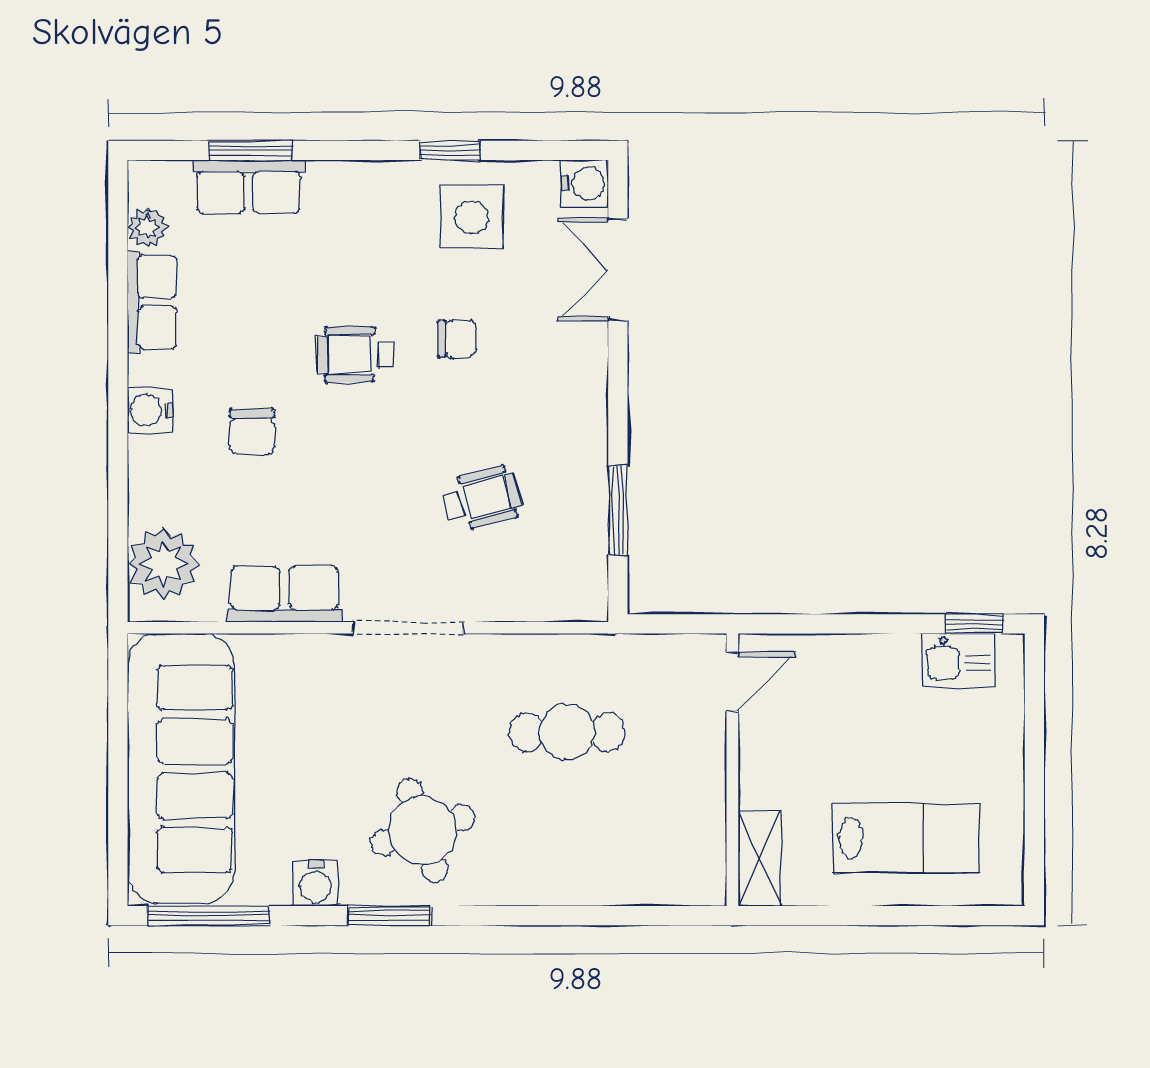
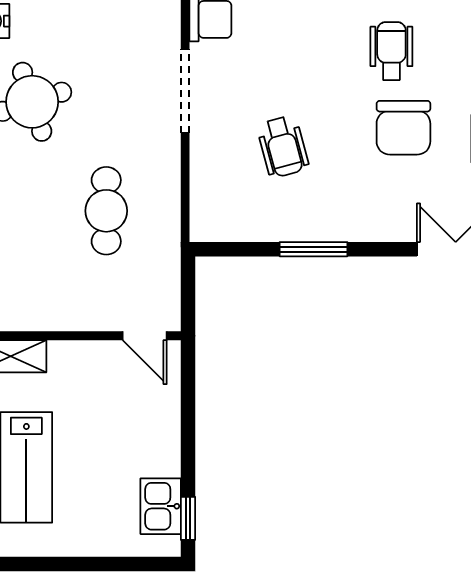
chair: (457, 339) -> (403, 128), width x1.87, depth x1.87
window: (618, 510) -> (314, 249), moved

